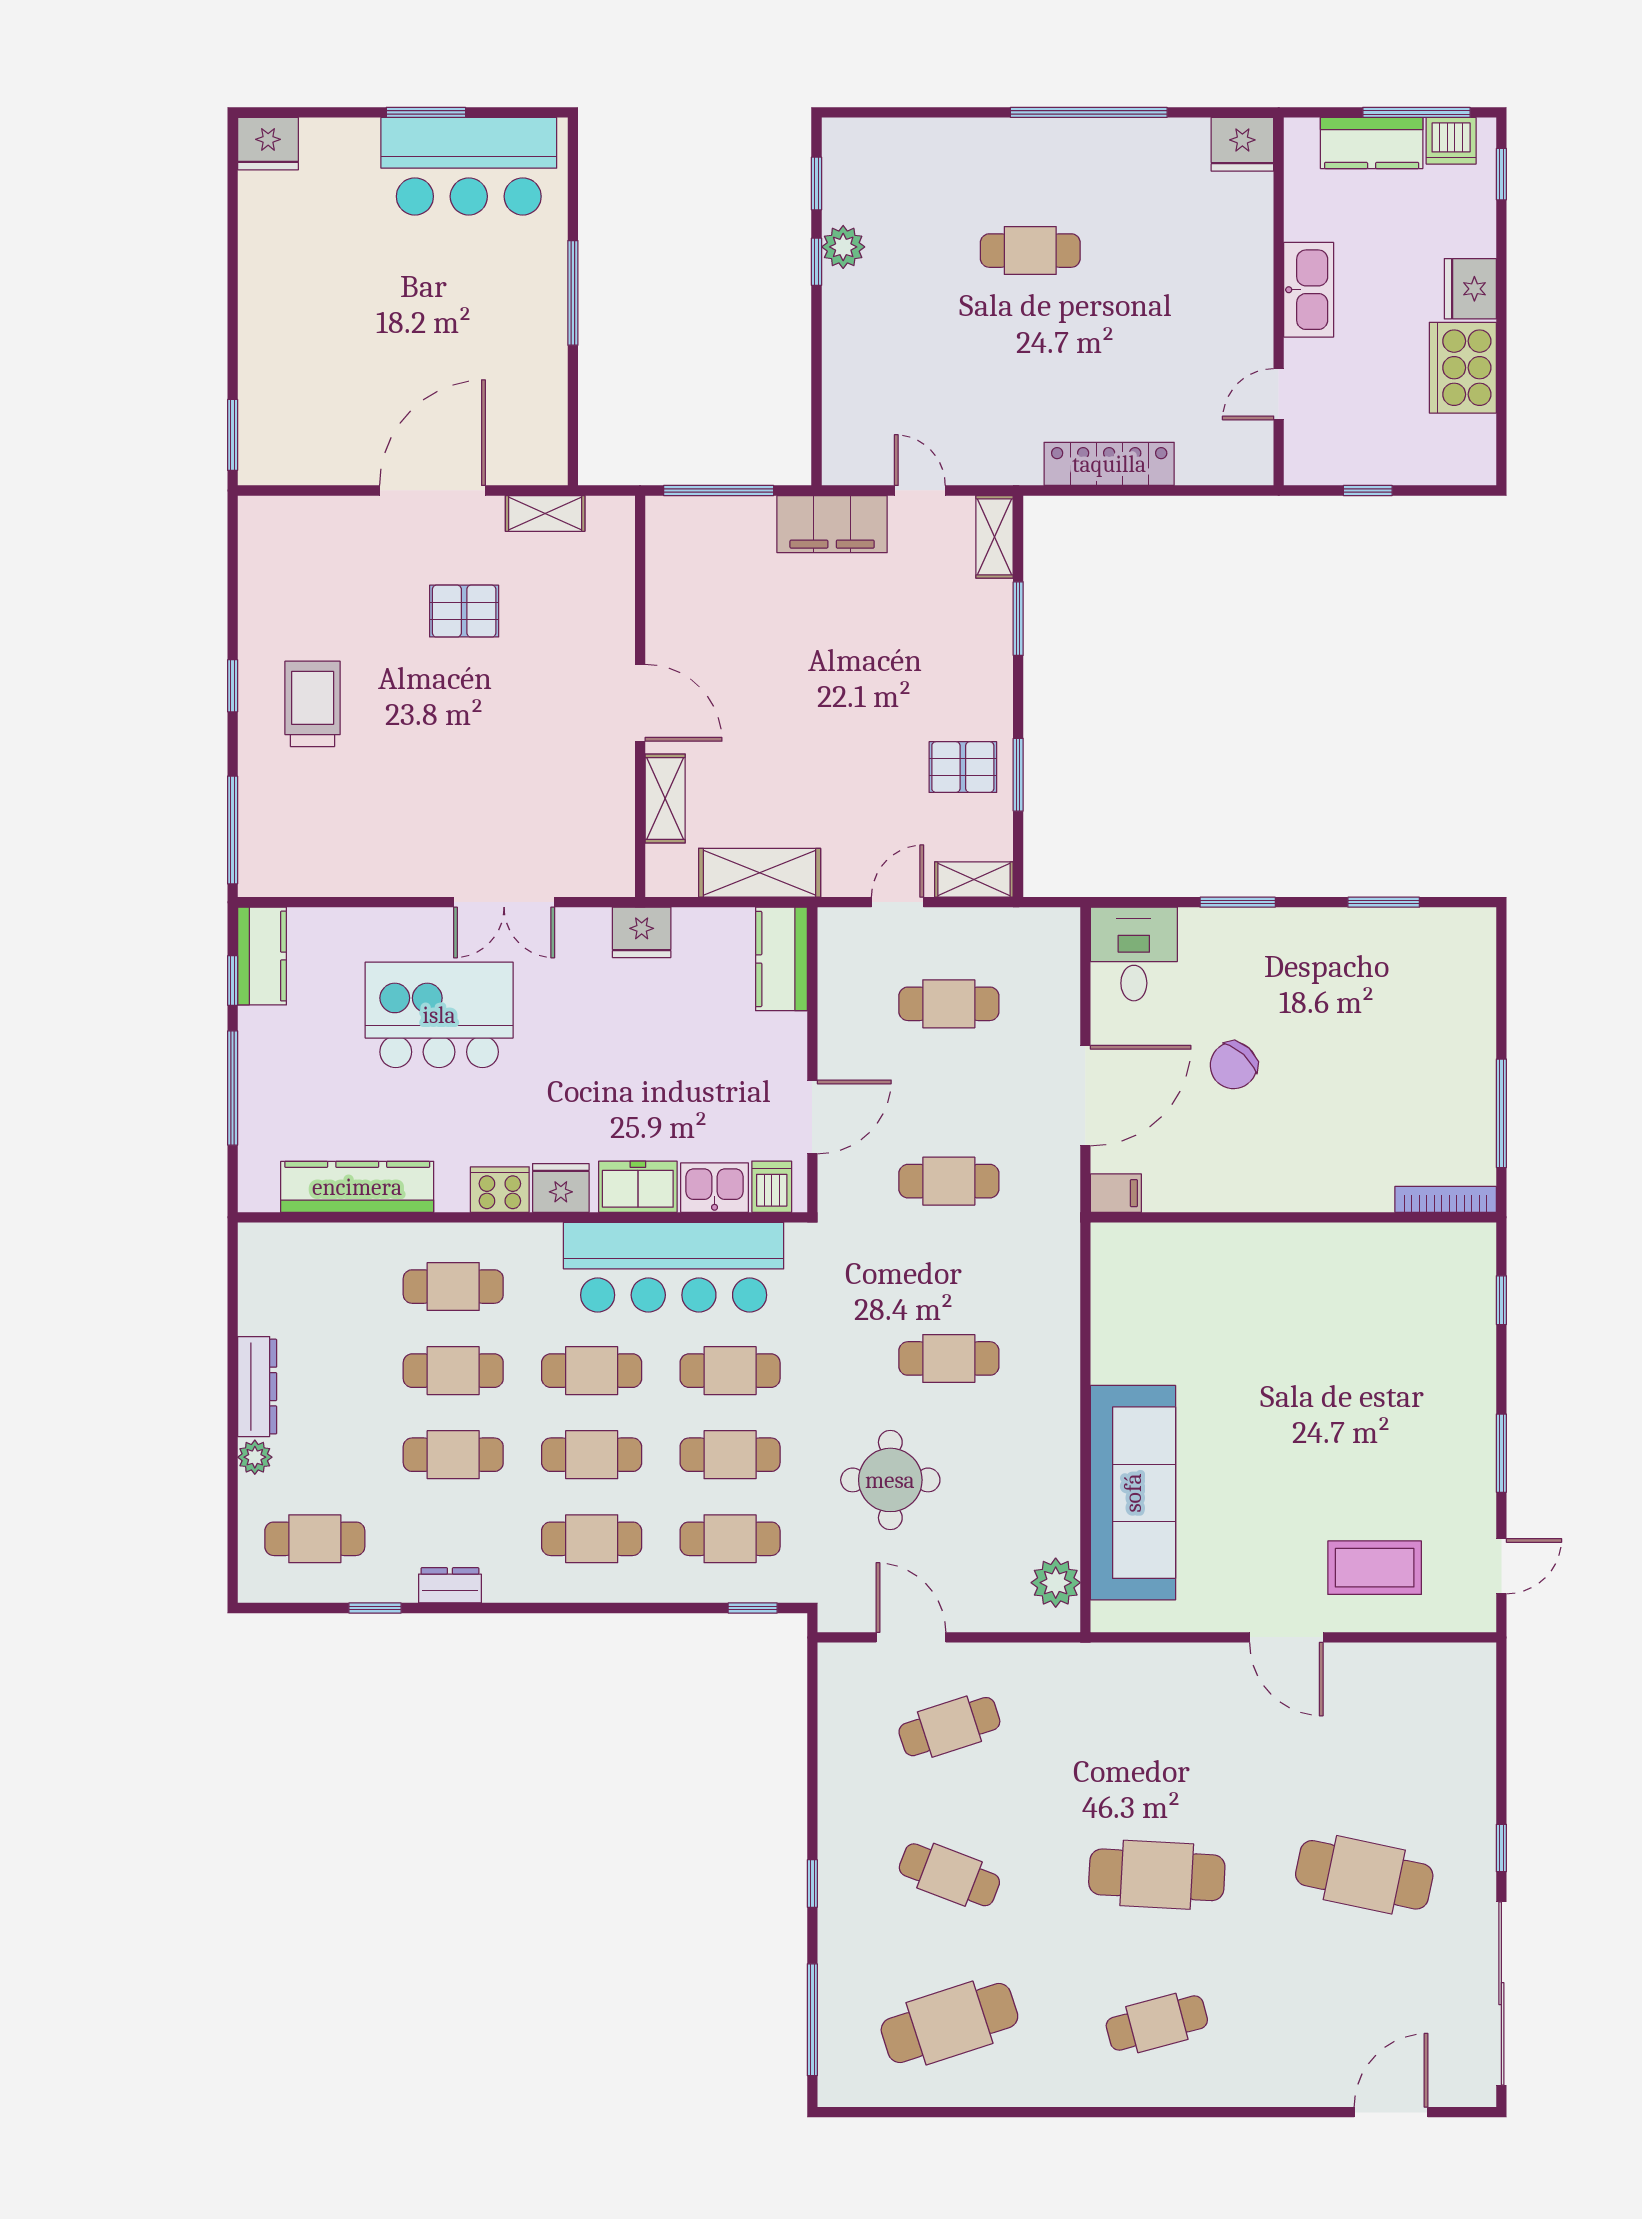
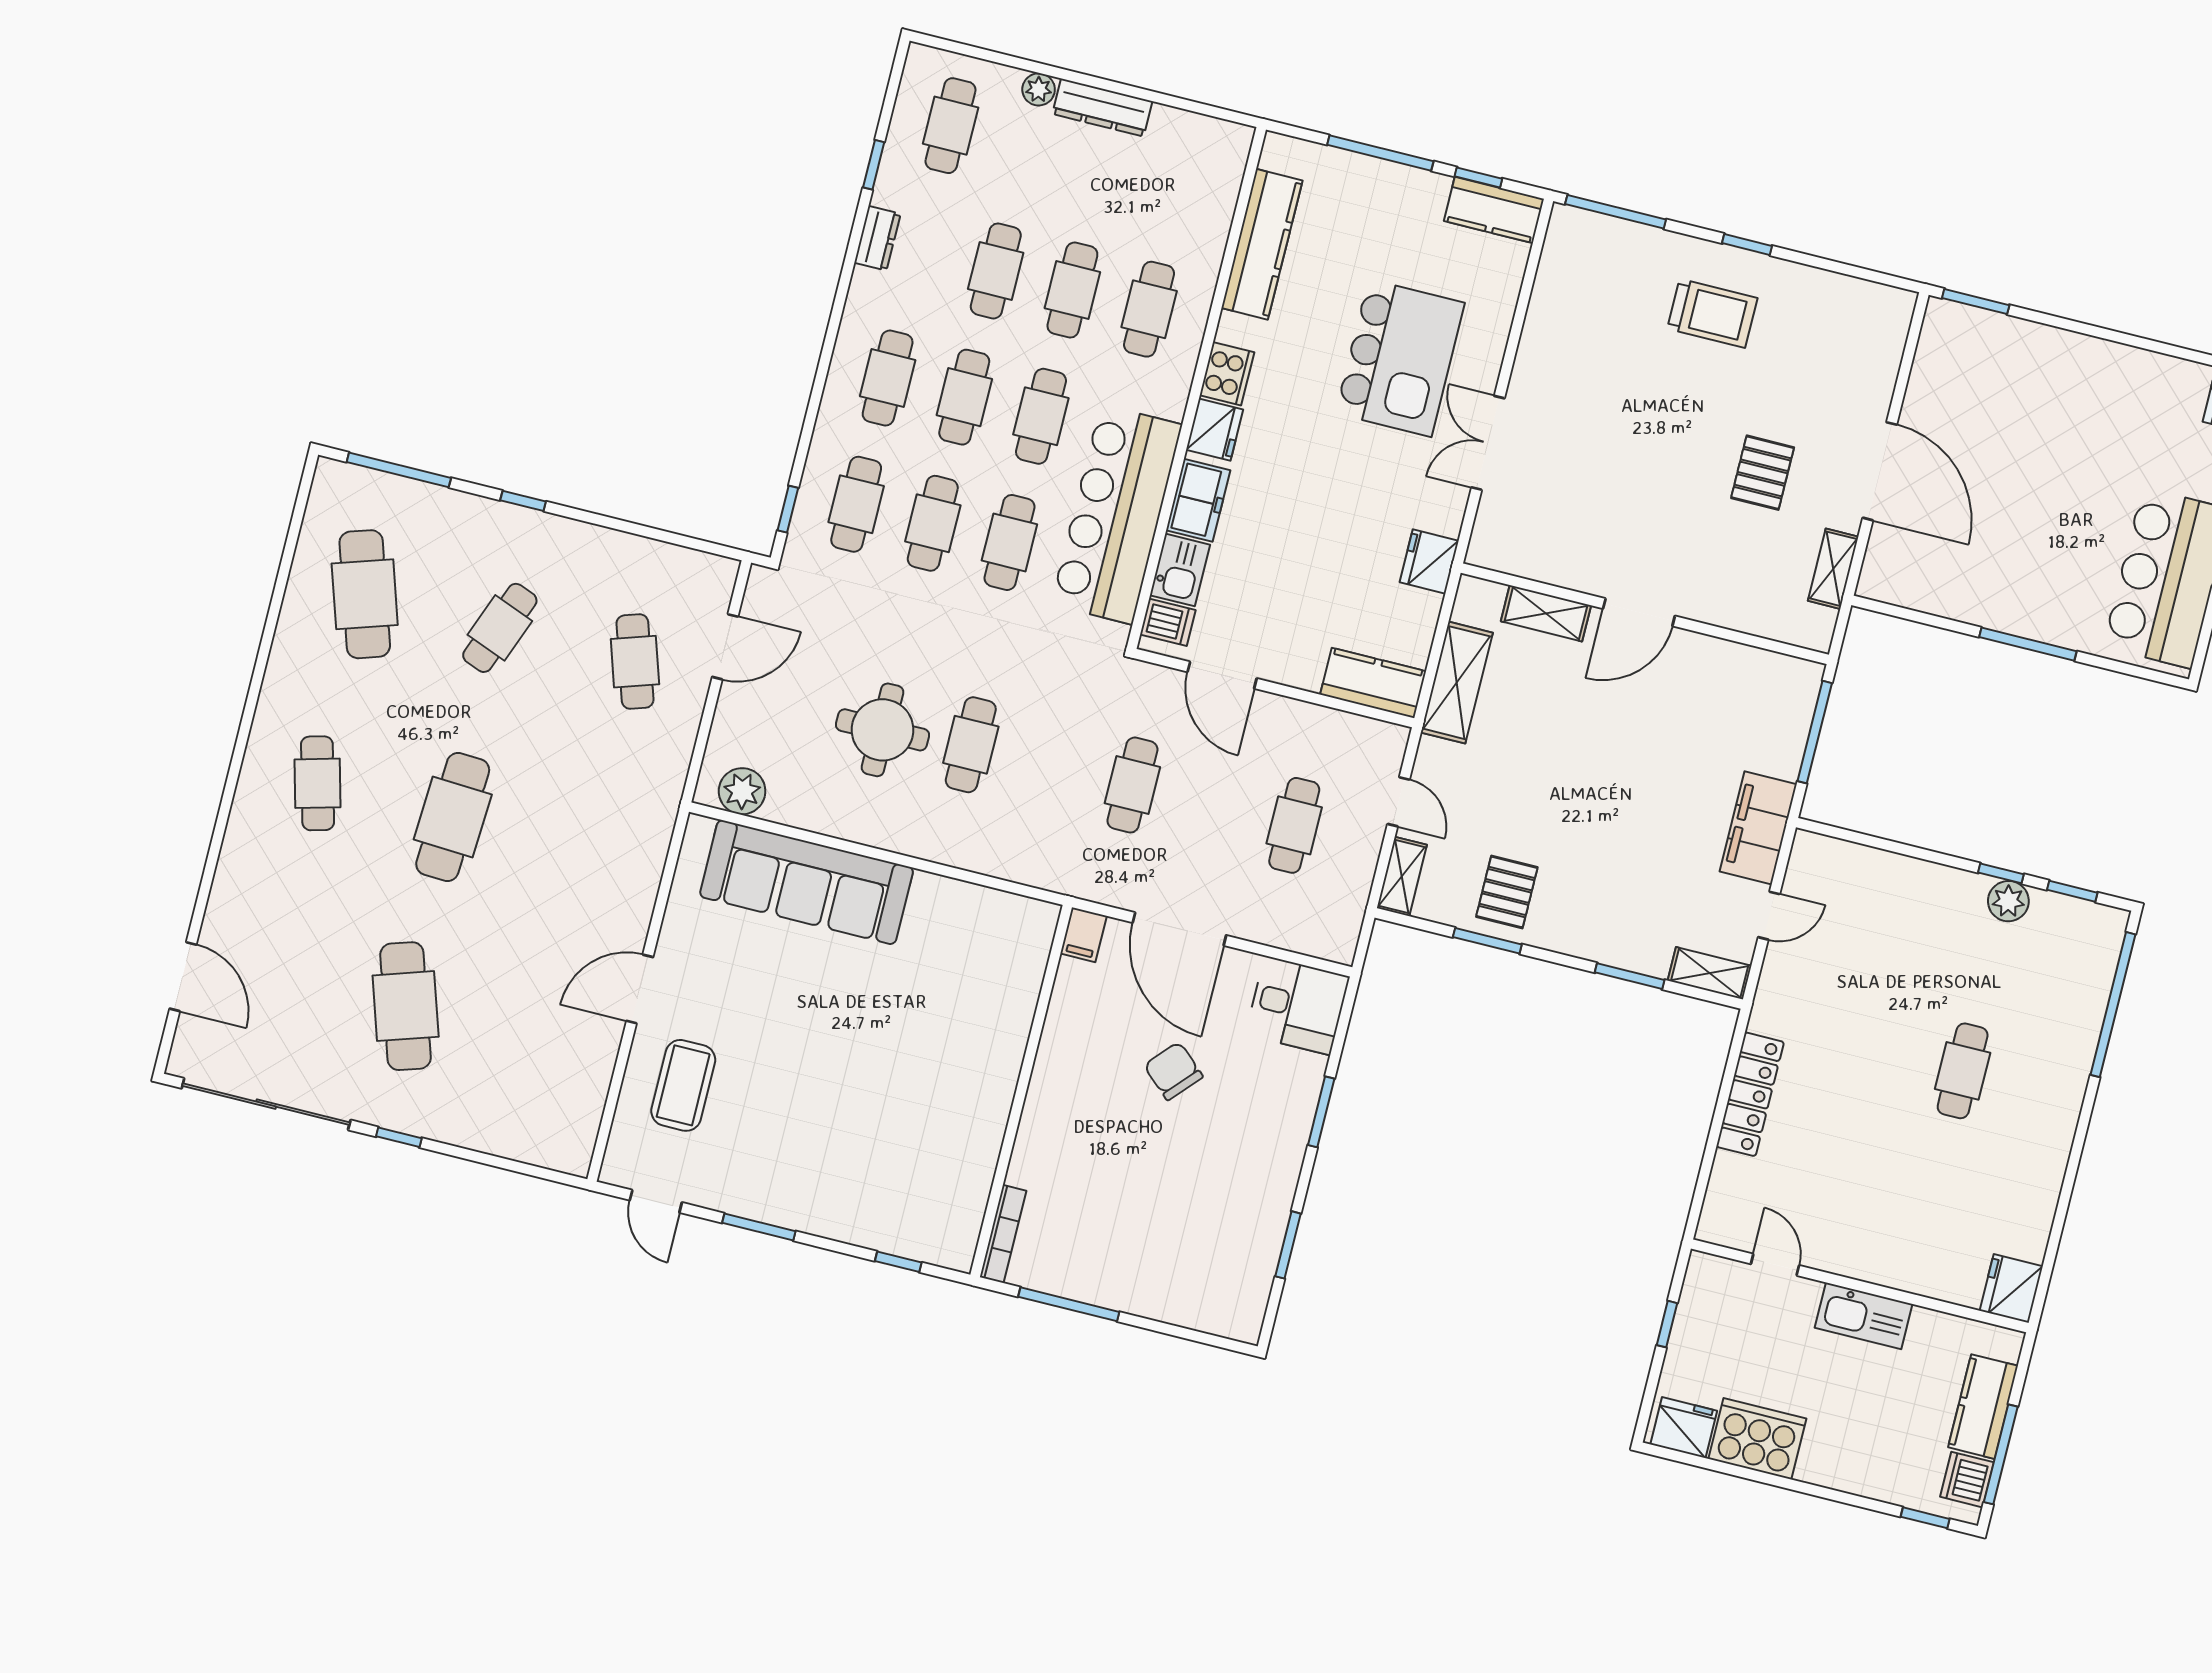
window: (1089, 112) -> (2113, 1005), moved
fridge: (1470, 289) -> (1684, 1428), moved
round table: (890, 1480) -> (883, 730), moved
cafe table: (1364, 1875) -> (406, 1006), turned -30

